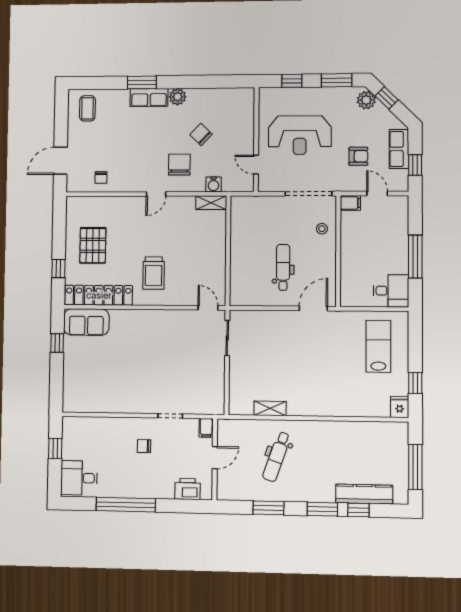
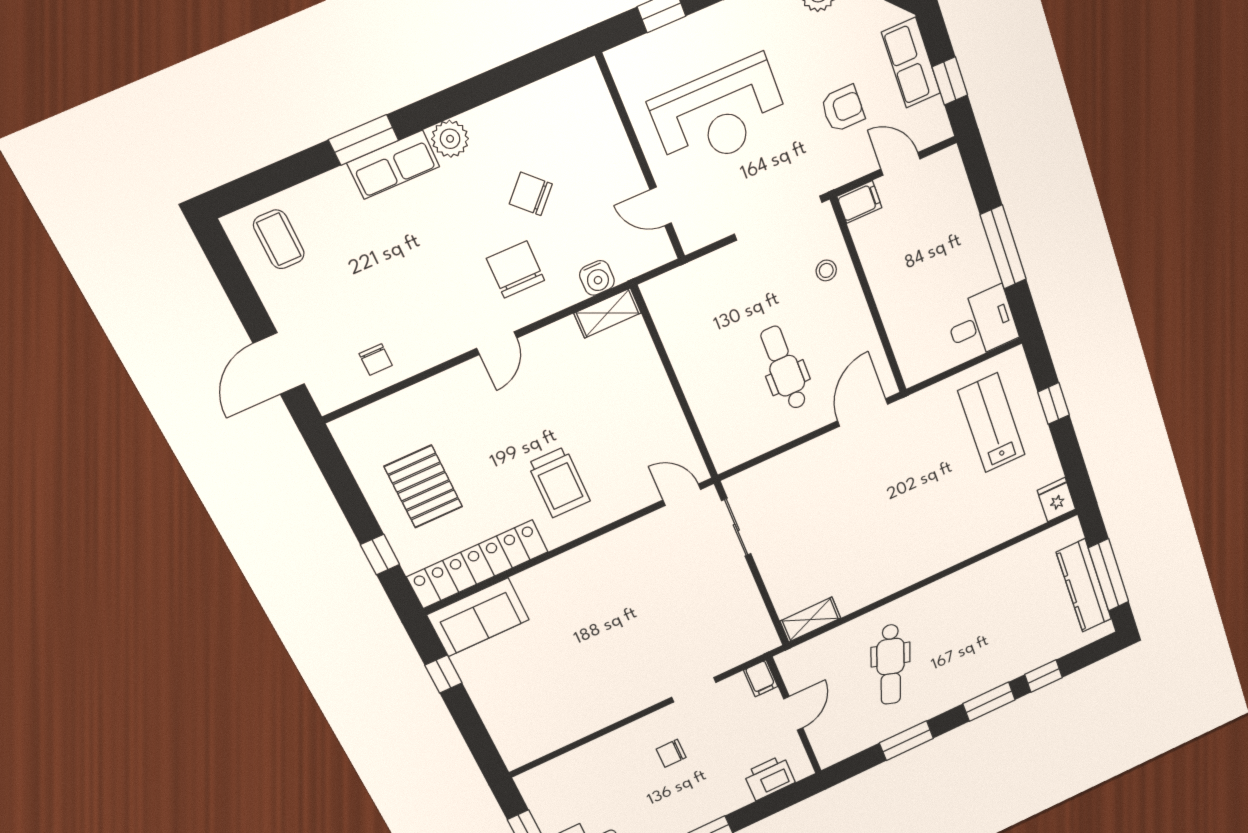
window: (415, 383) -> (1053, 403), moved
shelving: (270, 408) -> (810, 620), moved
kitchen counter: (364, 494) -> (1084, 586), moved, turned -90

